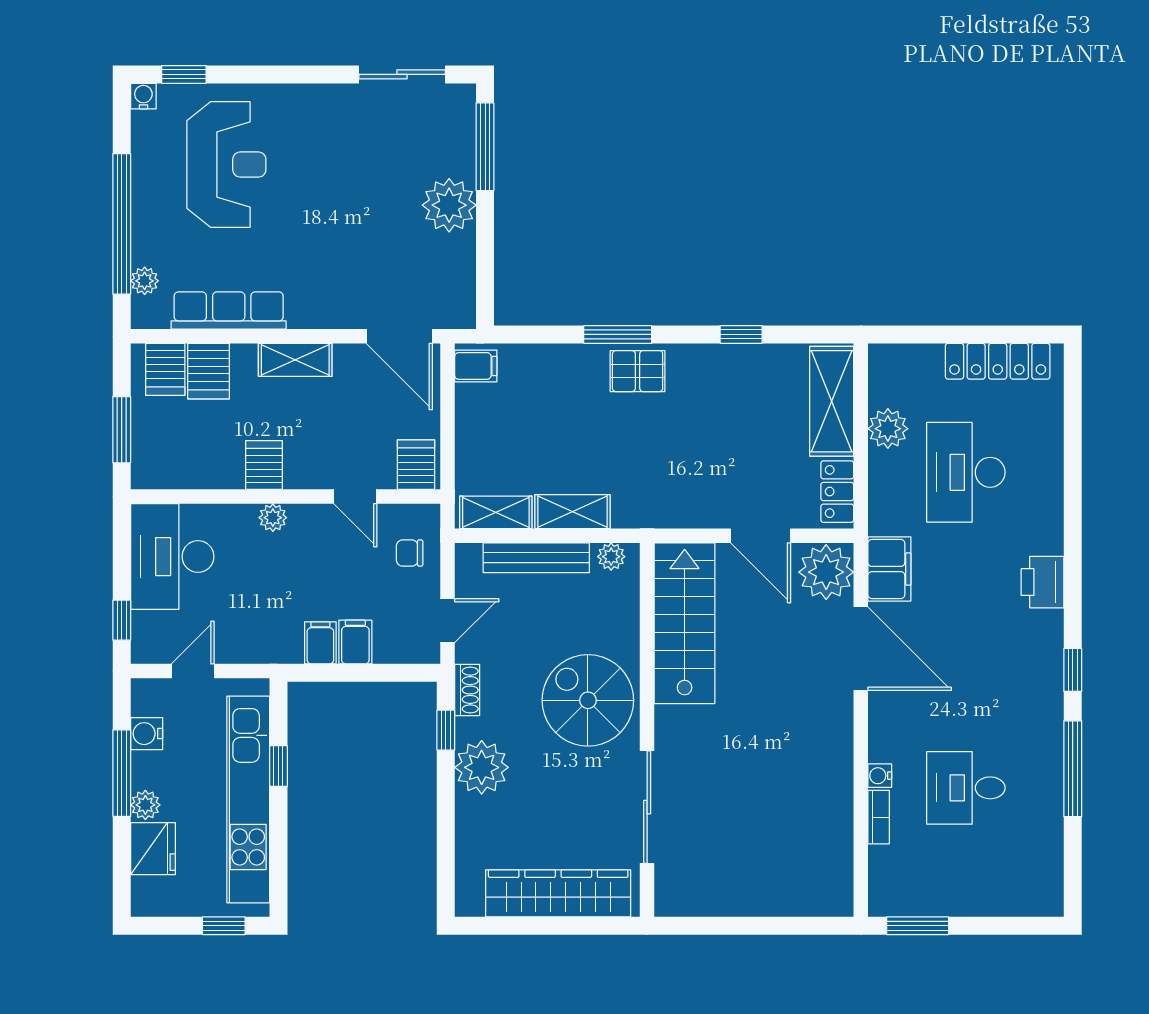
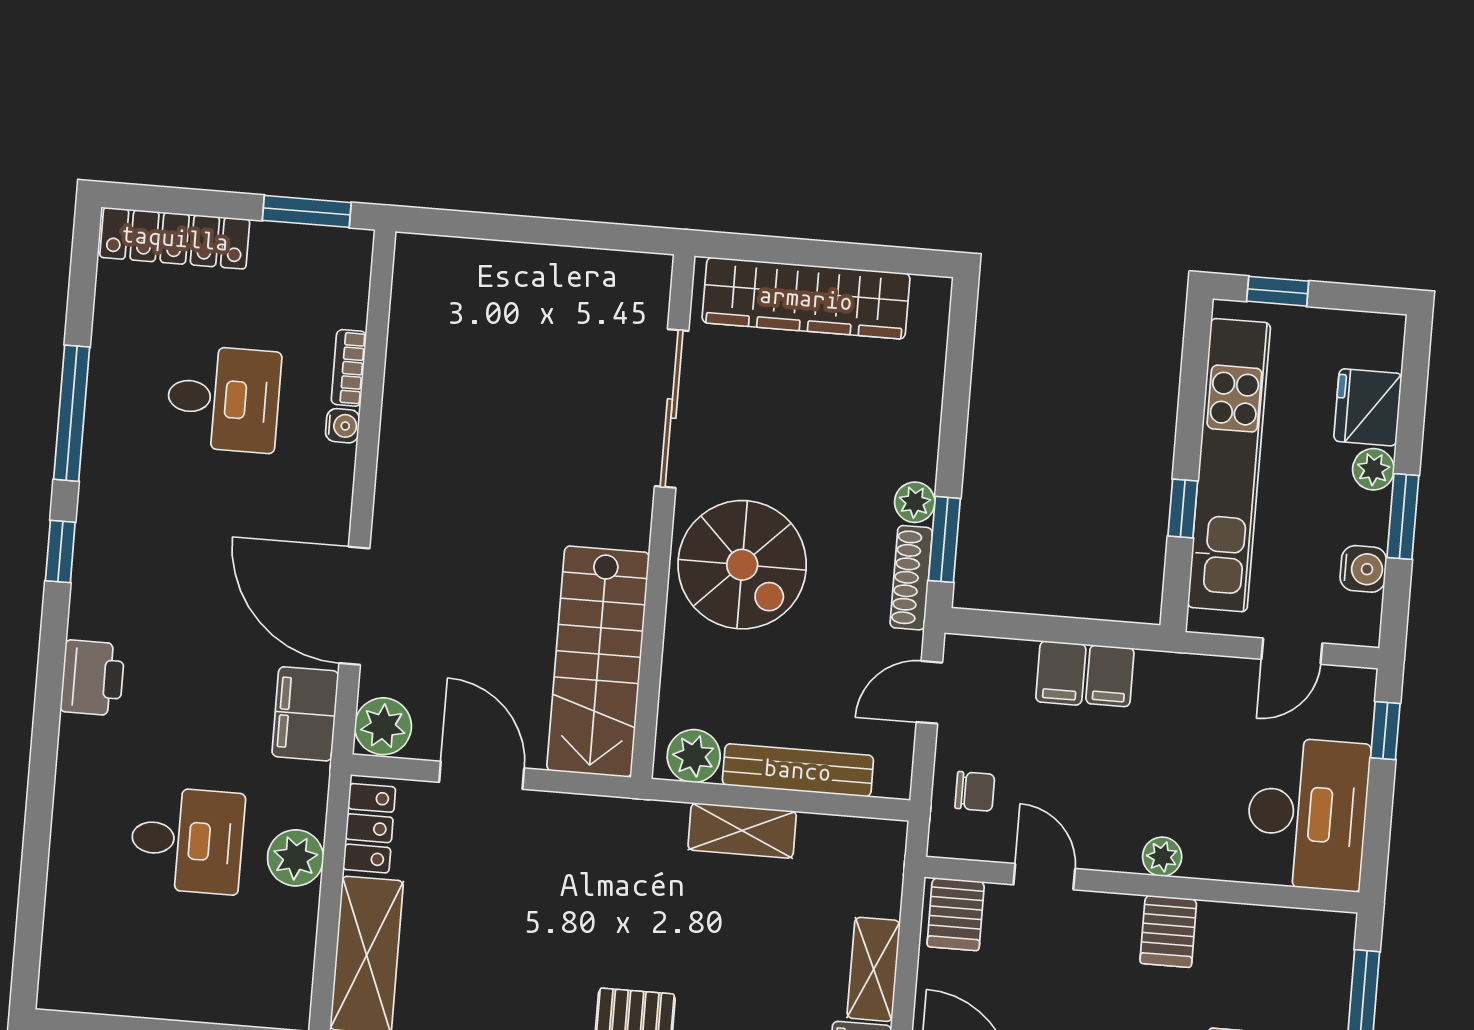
locker: (998, 361) -> (175, 238), moved, turned 180
plant: (888, 429) -> (295, 858), moved
desk: (966, 472) -> (187, 840), width x0.73
shelving: (496, 512) -> (874, 969), moved, turned 90
plant: (611, 557) -> (694, 756), width x1.38, depth x1.38
plant: (826, 572) -> (383, 726), width x0.73, depth x0.73
shoe rack: (467, 690) -> (911, 578), width x1.43
window: (446, 730) -> (944, 539), width x1.50
plant: (482, 767) -> (915, 502), width x0.53, depth x0.53
window: (122, 773) -> (1403, 517), width x0.69

